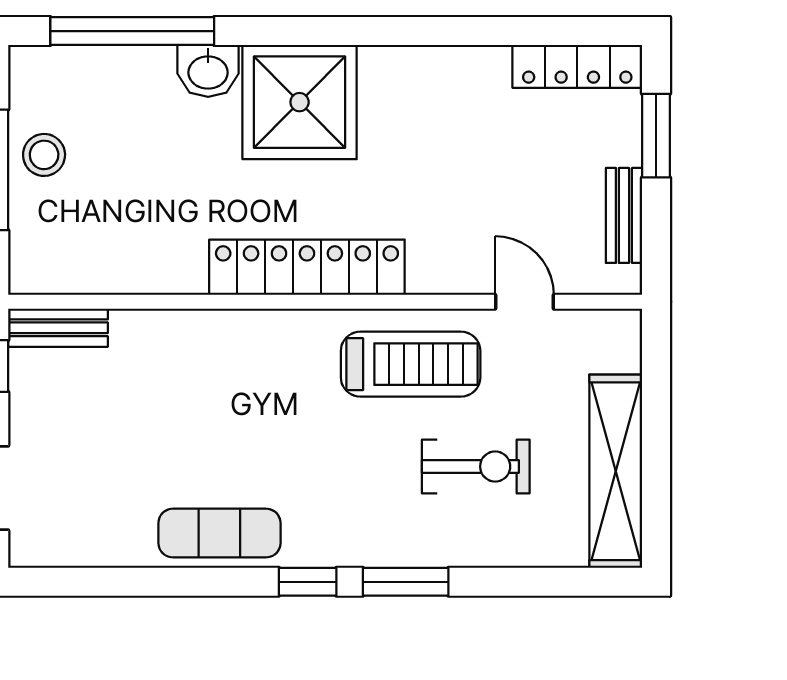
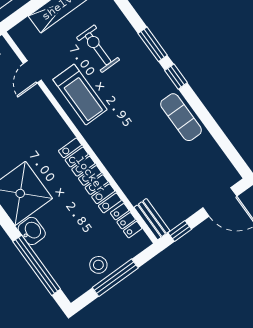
locker: (307, 267) -> (90, 175), moved
locker: (92, 274) -> (126, 221), added
treadmill: (411, 364) -> (80, 95), turned 180

